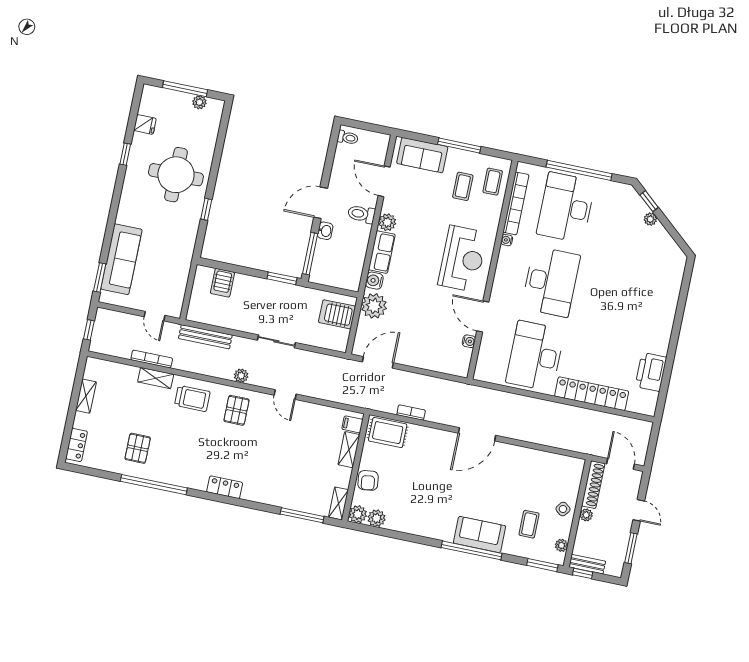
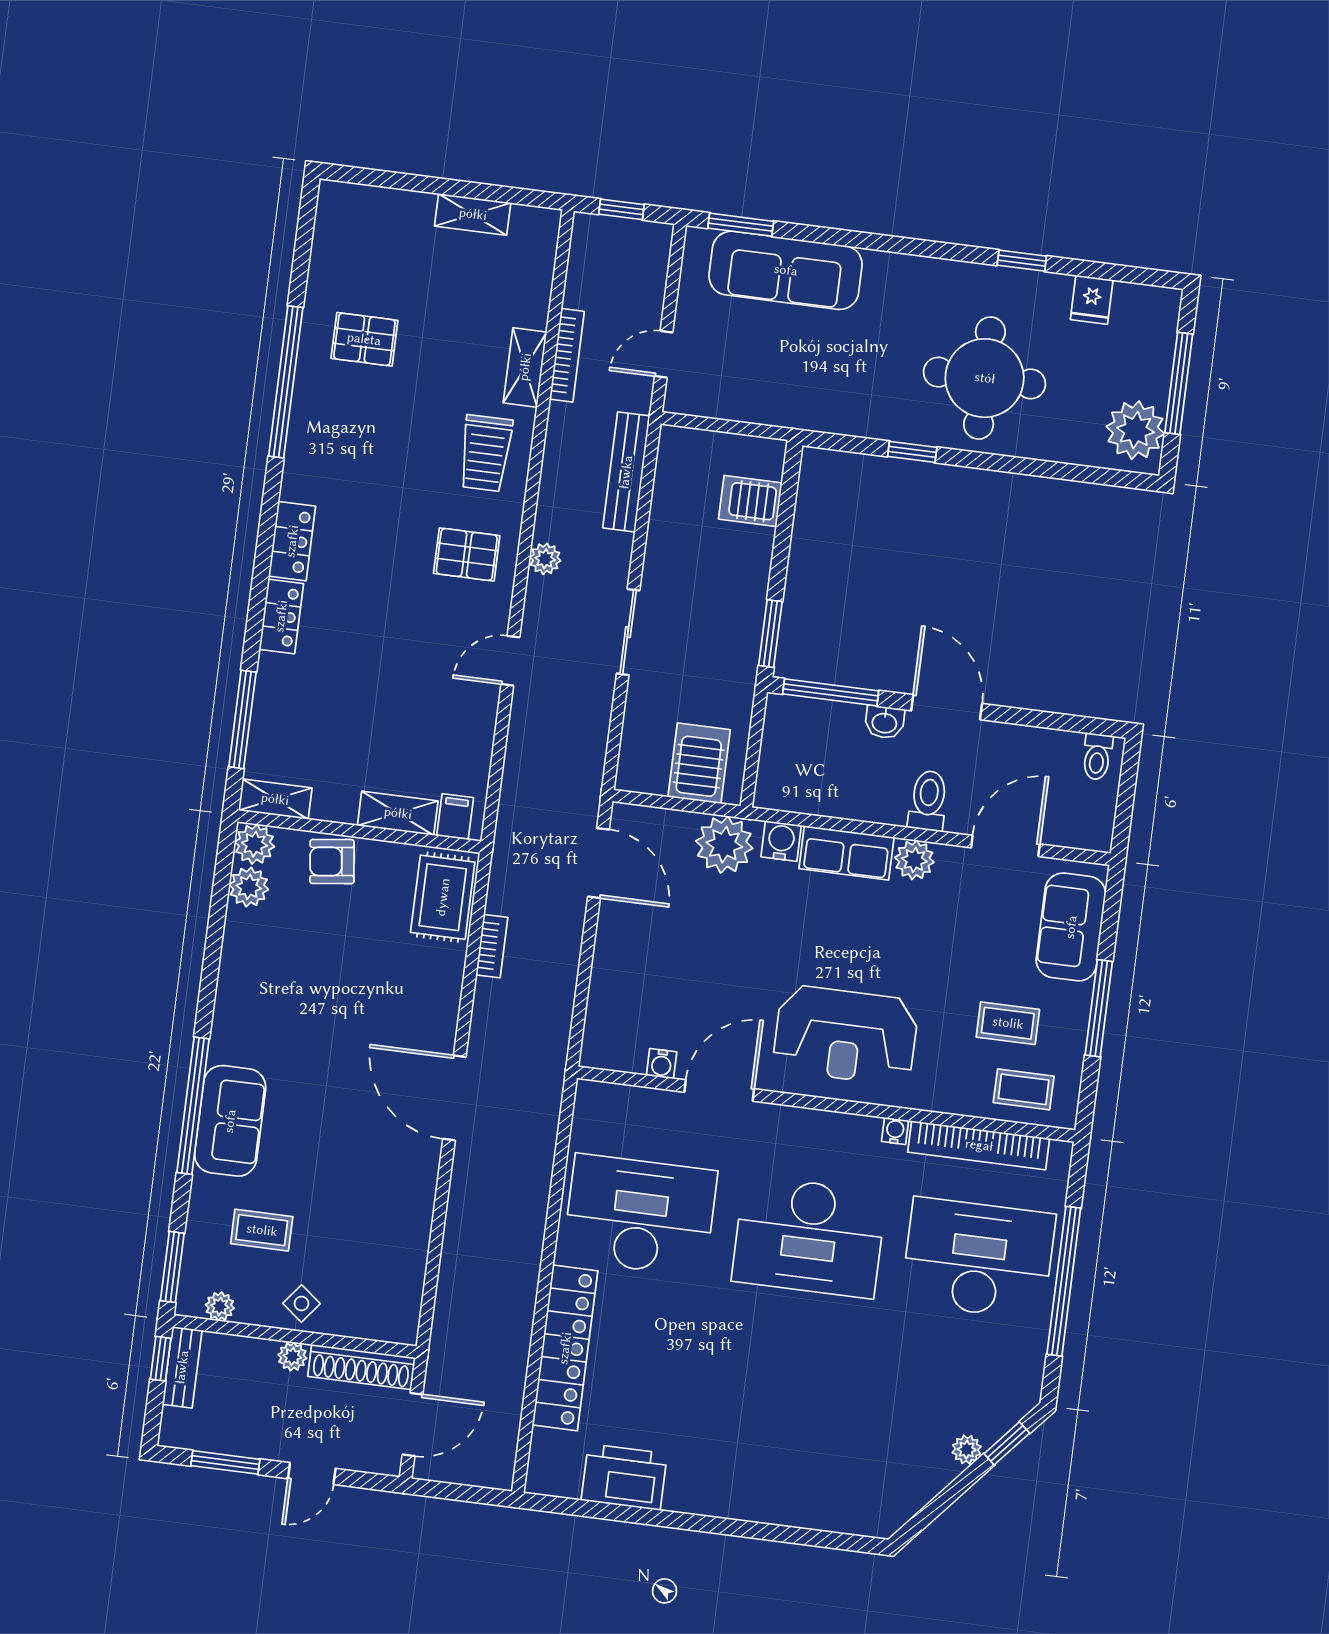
plant: (199, 102) -> (1135, 430), width x1.88, depth x1.88
locker: (77, 445) -> (281, 616), moved, turned -90

